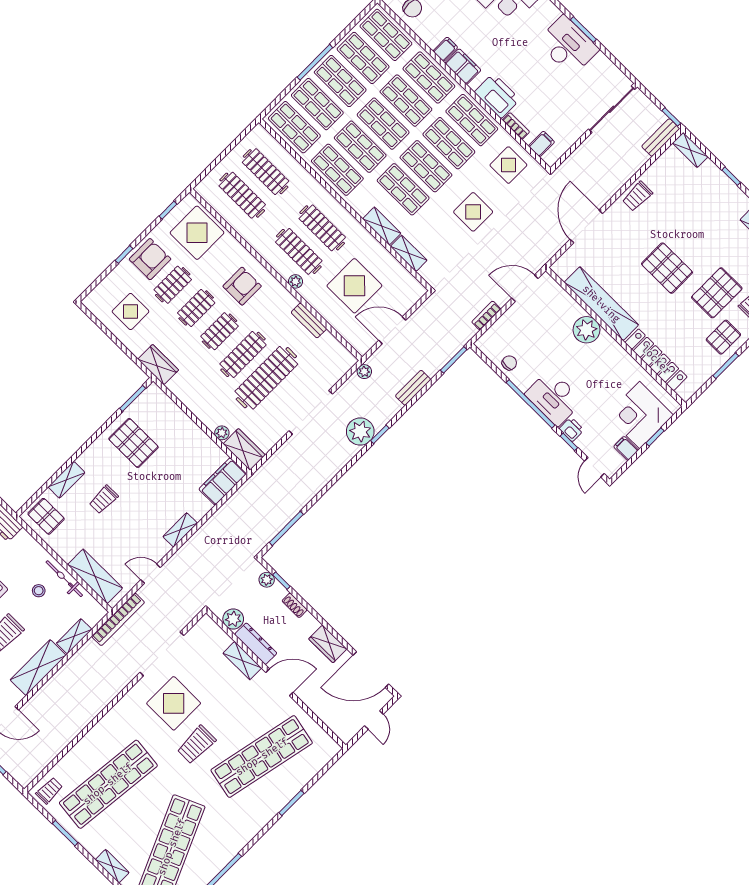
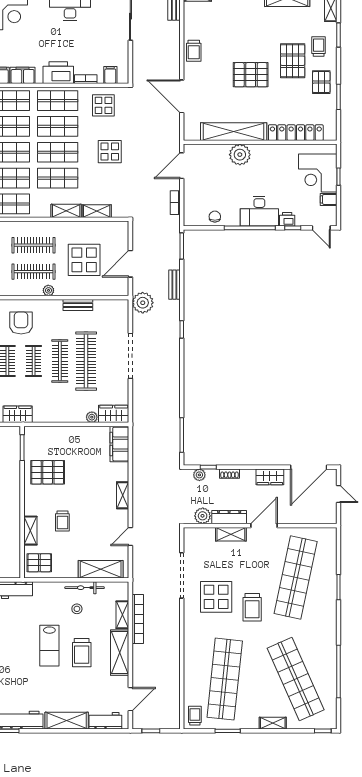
plant: (364, 372) -> (143, 303), width x1.87, depth x1.87
plant: (360, 432) -> (169, 339), removed
bookcase: (118, 619) -> (138, 619), moved

